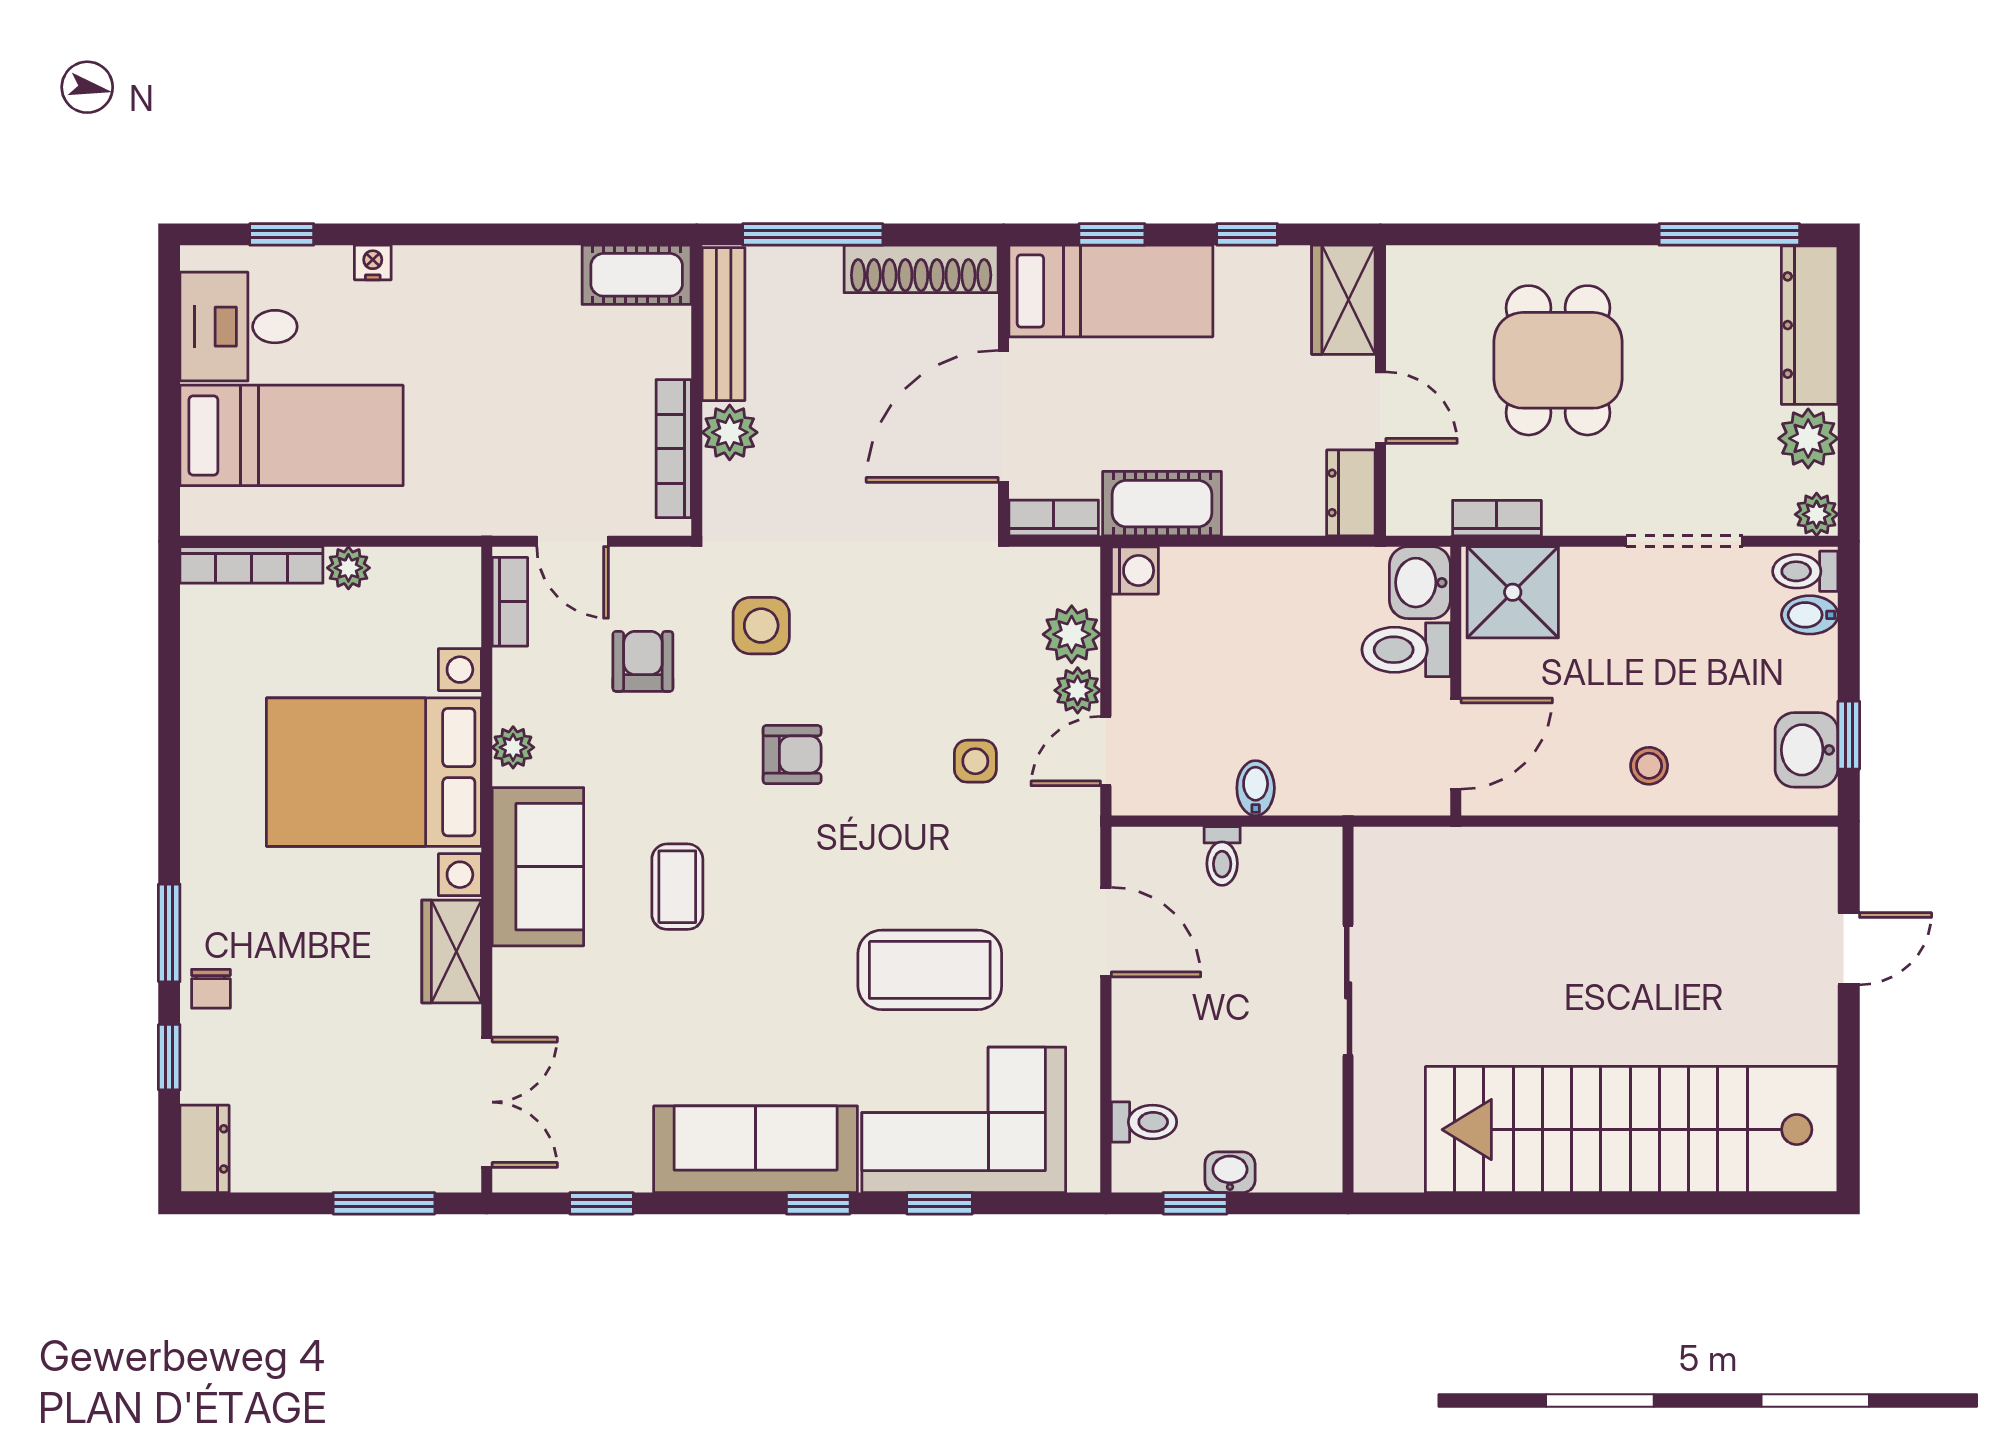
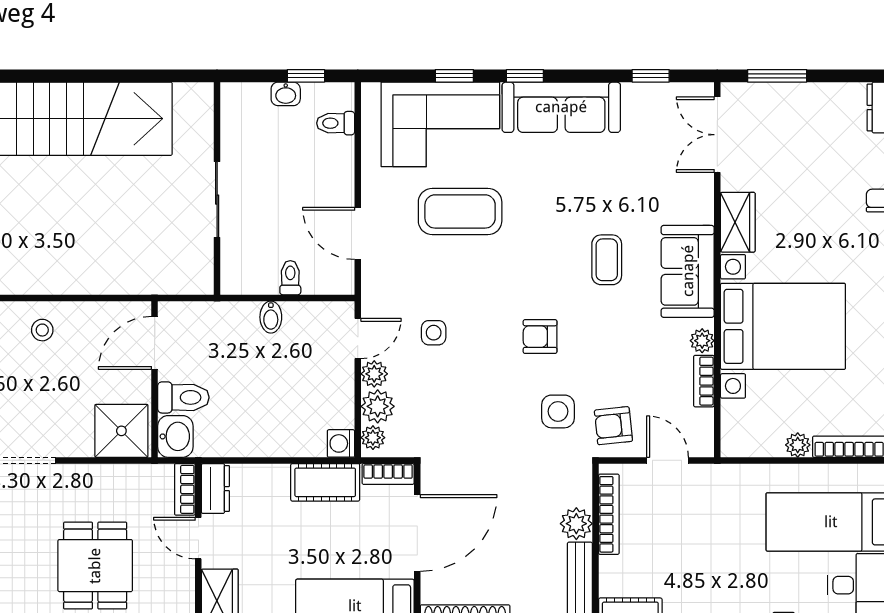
bookcase: (1497, 518) -> (185, 489), moved, turned 90
plant: (1080, 581) -> (373, 438), added
bookcase: (510, 602) -> (704, 381), moved
armchair: (643, 661) -> (613, 426), moved, turned 84

